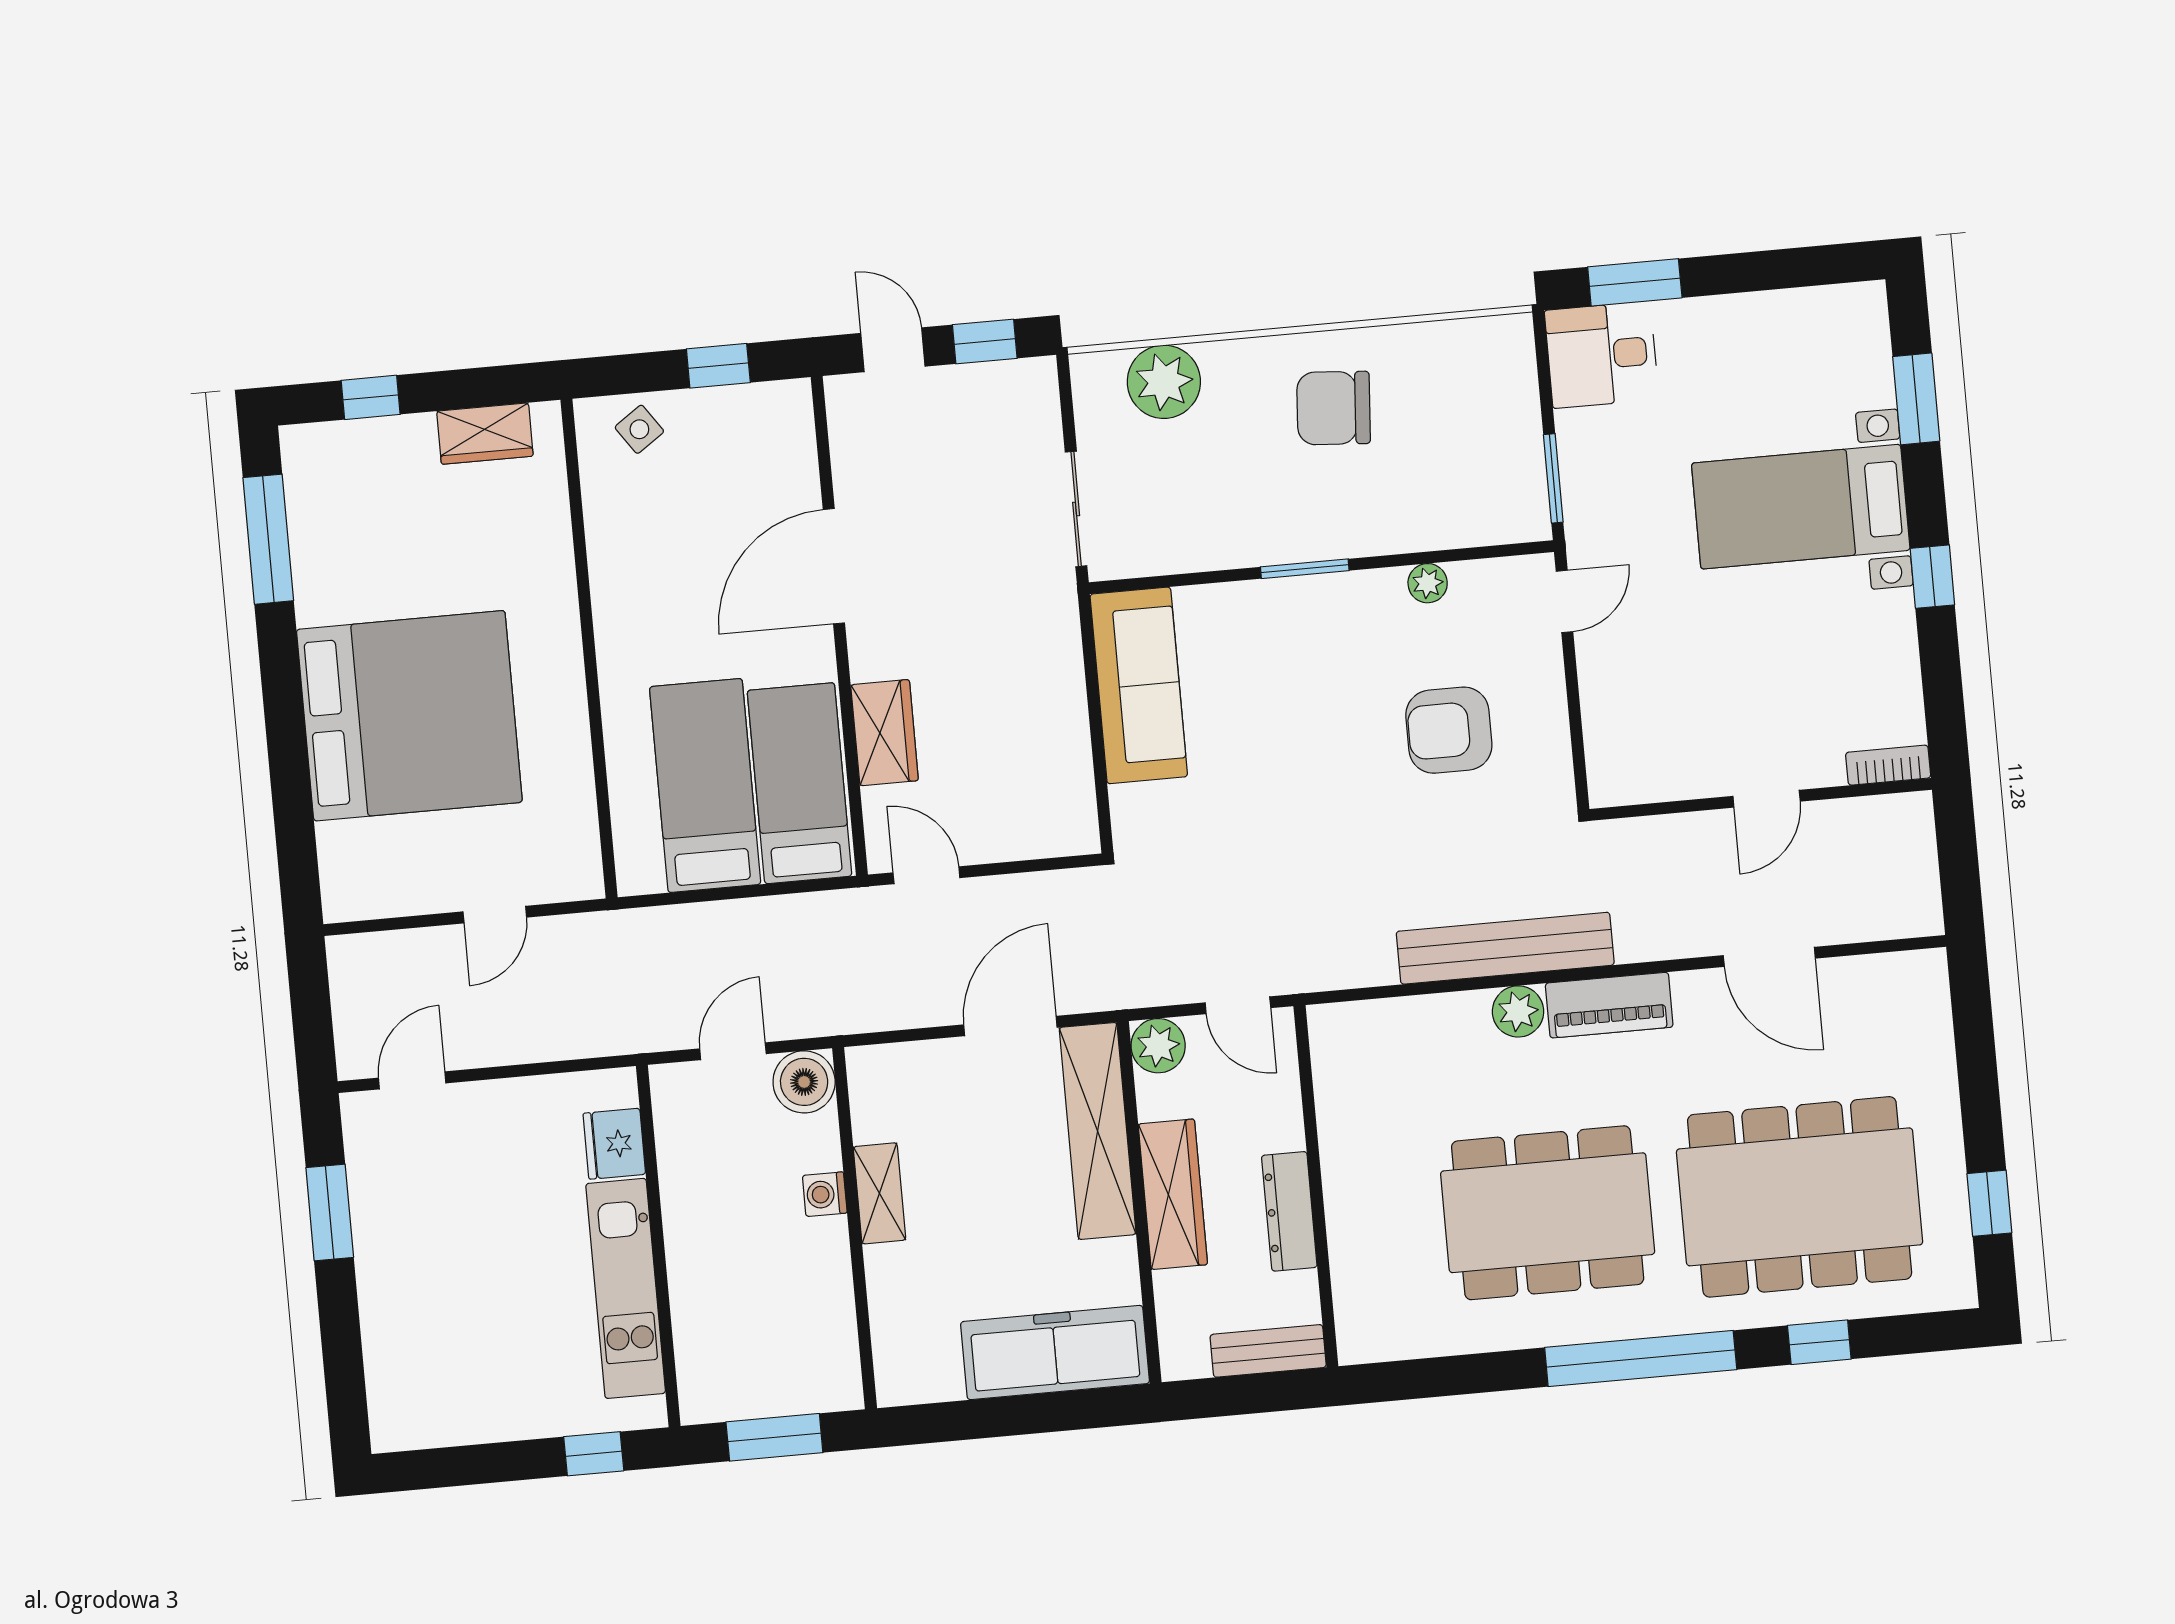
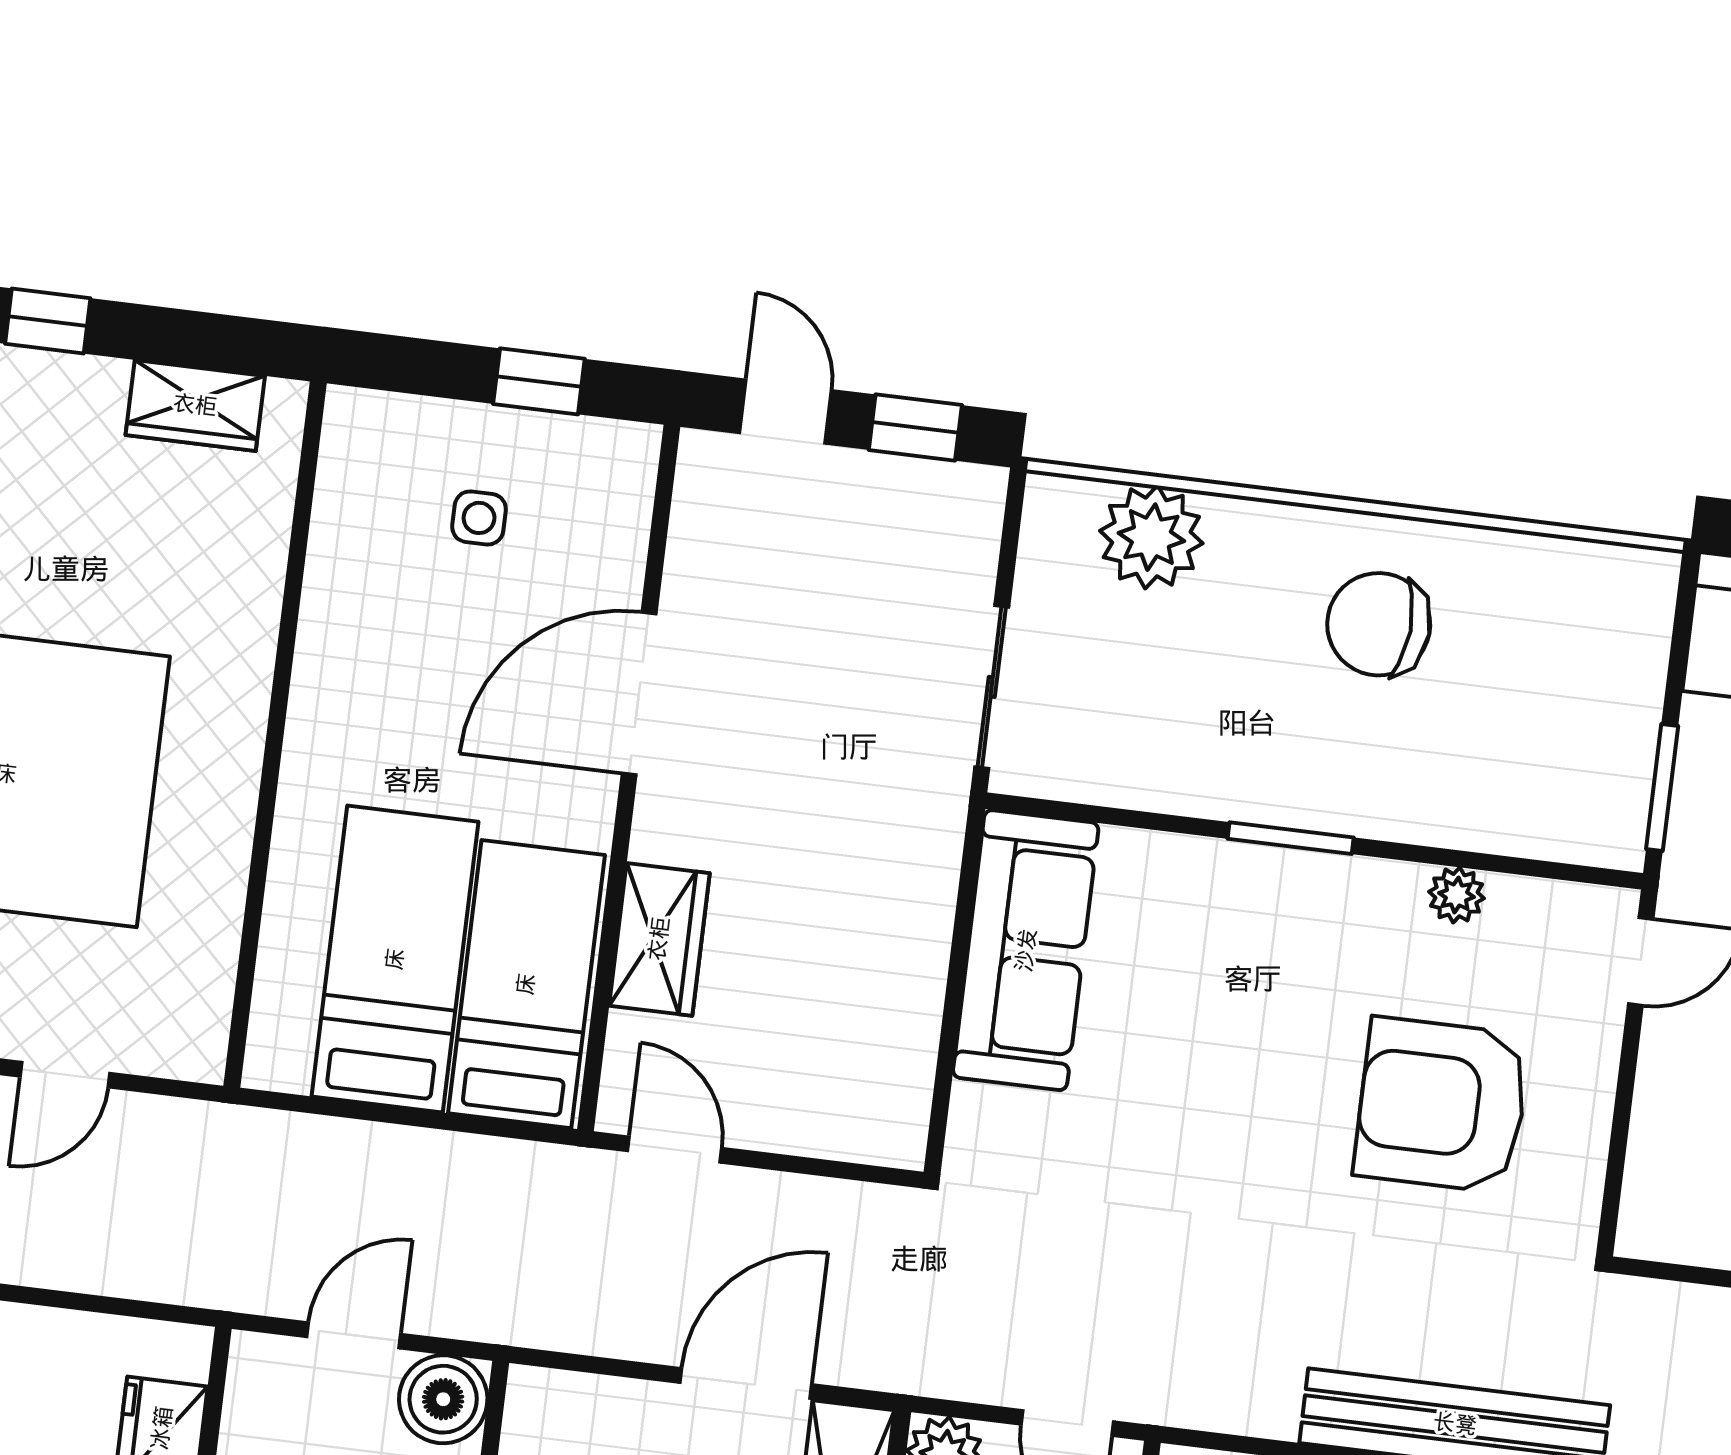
side table: (639, 429) -> (479, 518), moved, turned 35
armchair: (1449, 730) -> (1442, 1105), width x1.36, depth x1.36

